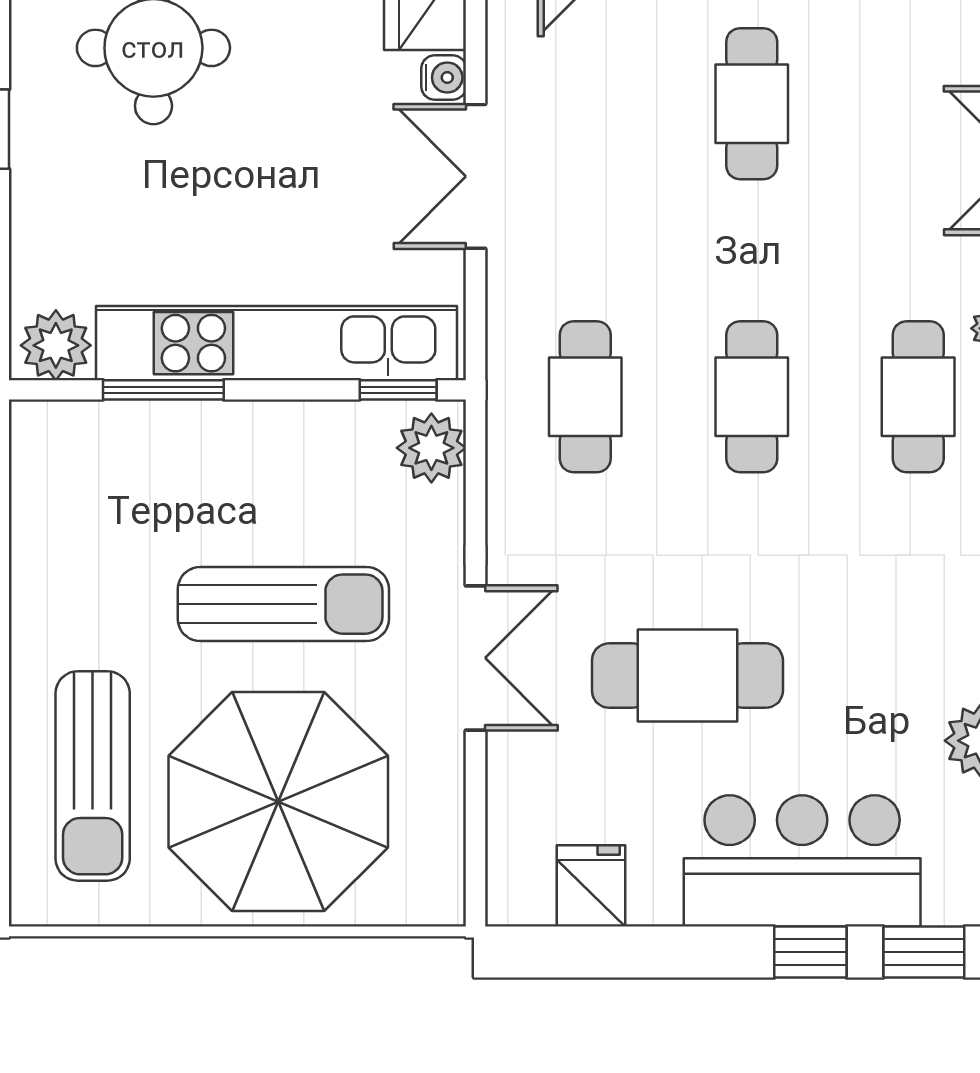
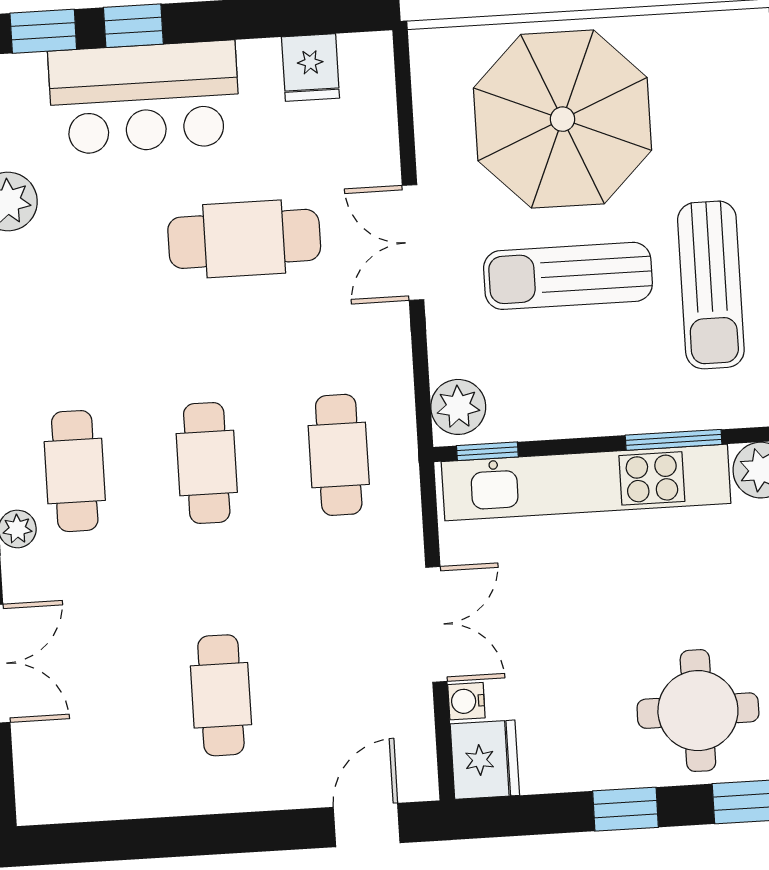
sun lounger: (93, 776) -> (711, 285), moved, turned 180

